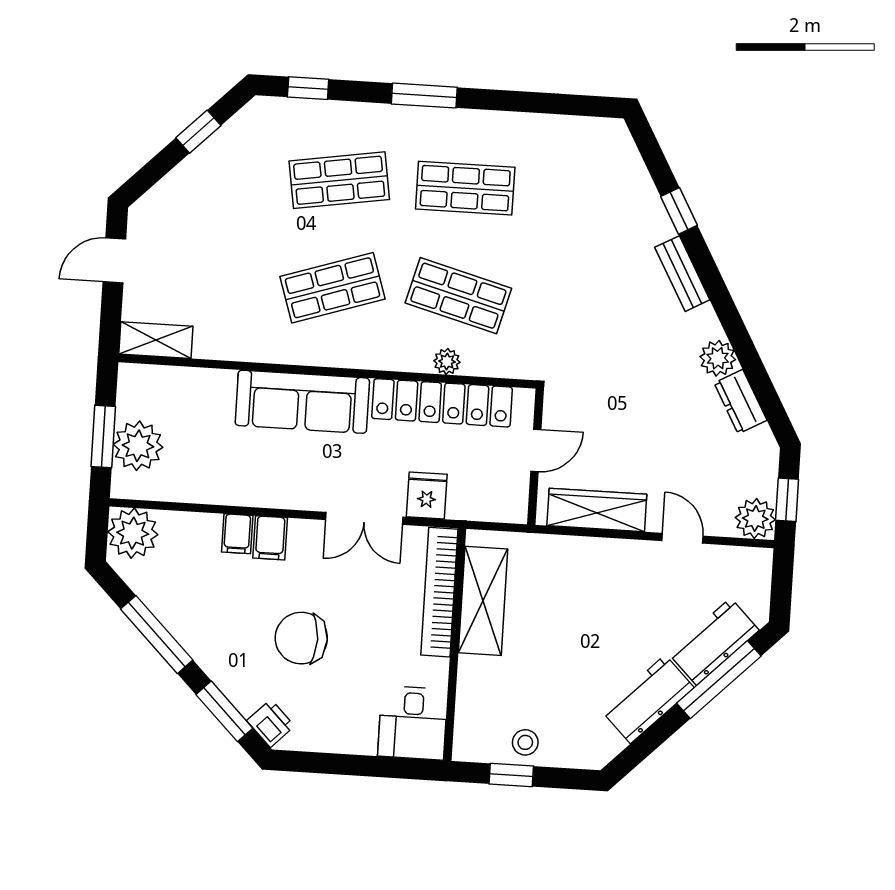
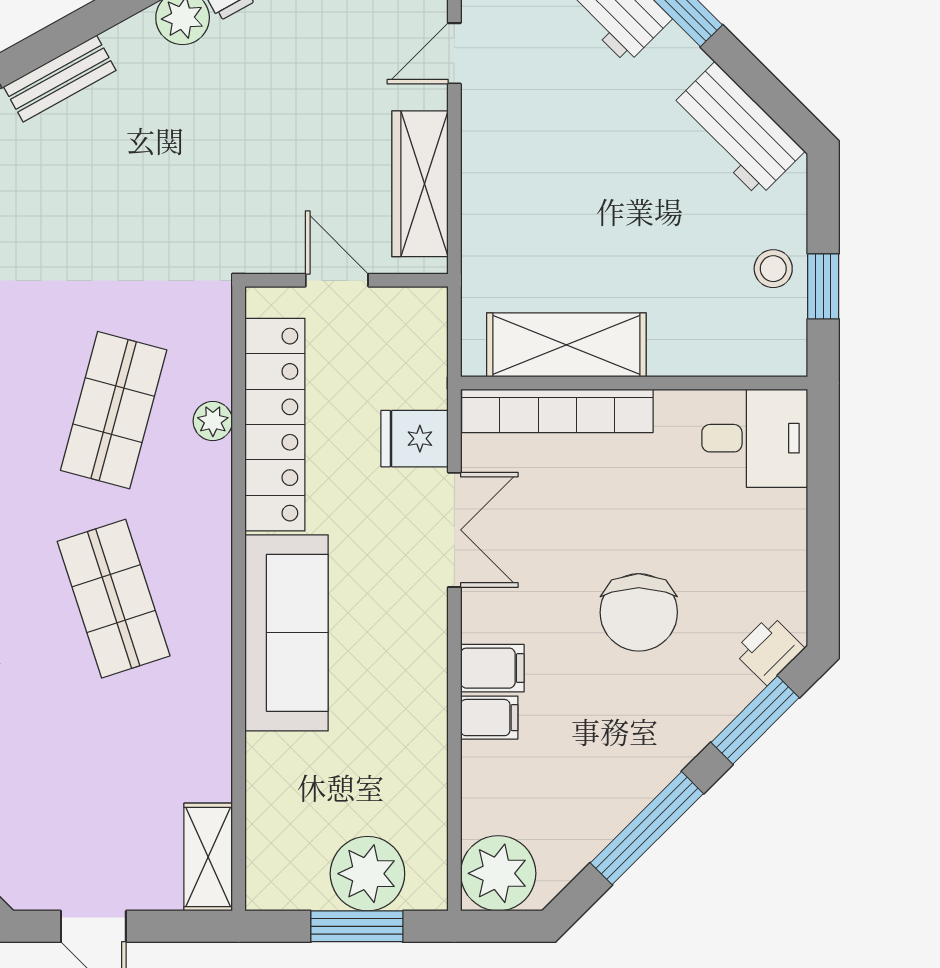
workbench: (648, 699) -> (737, 130), moved

